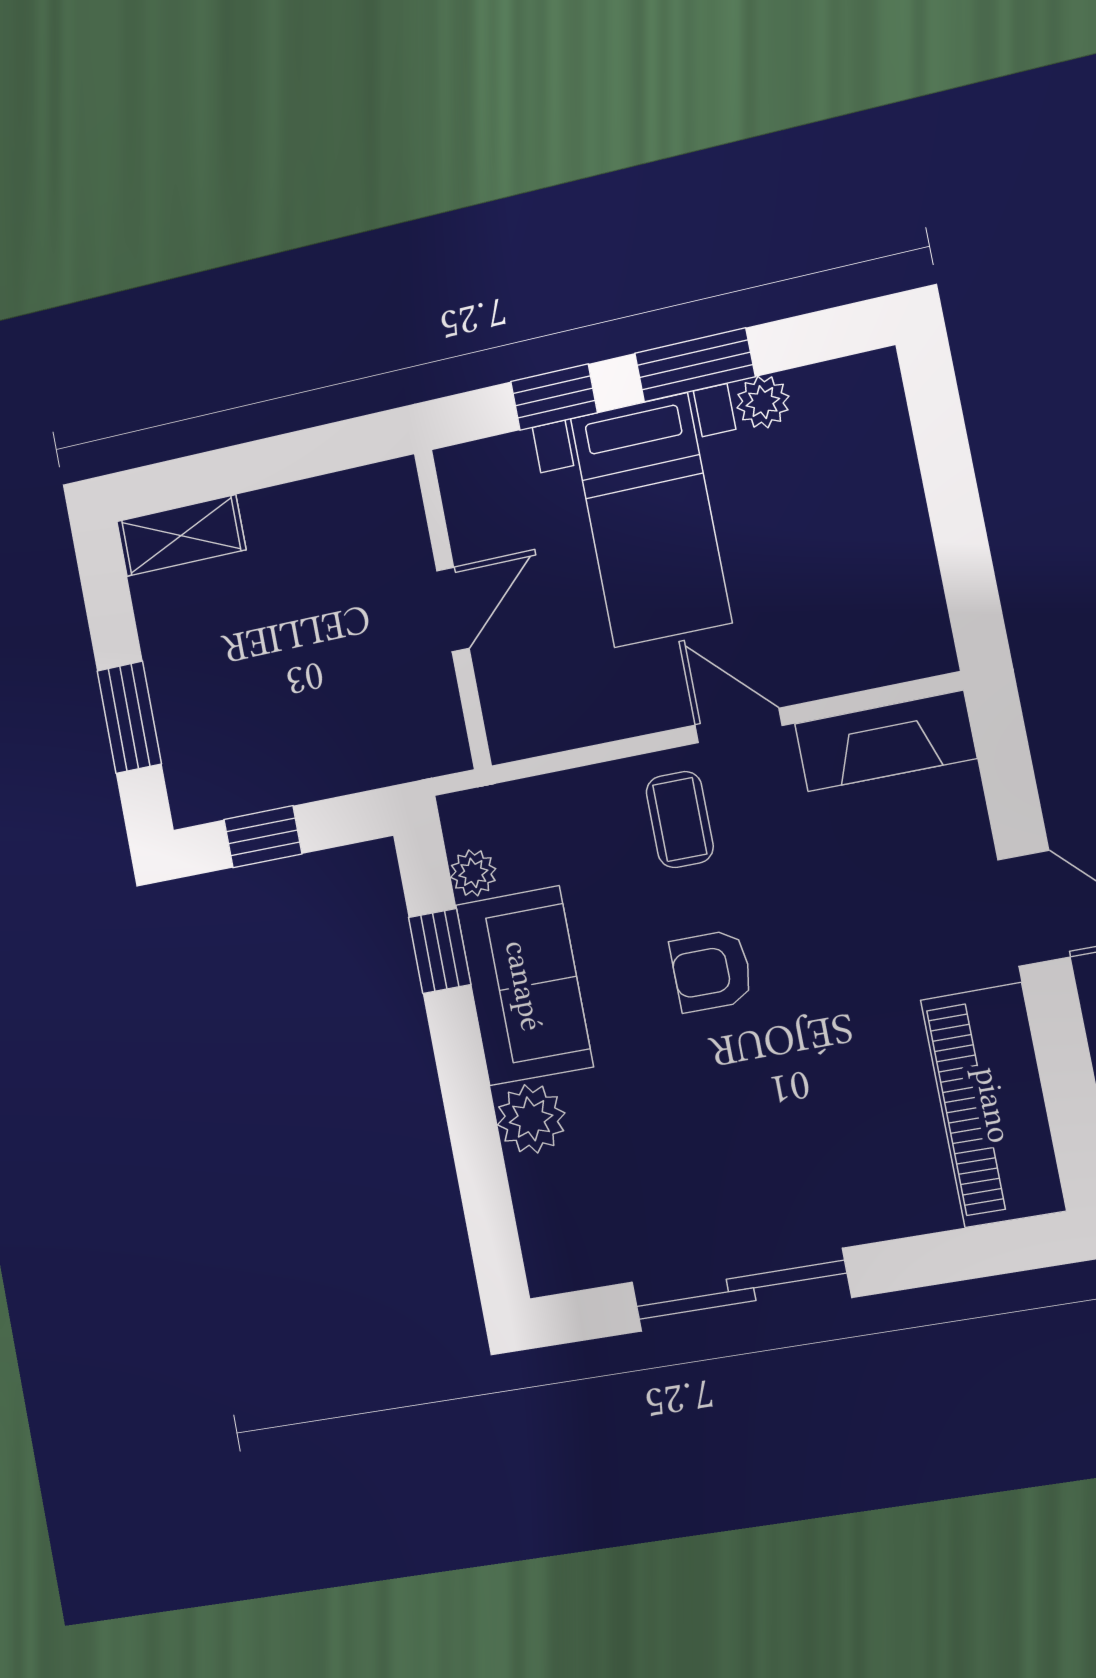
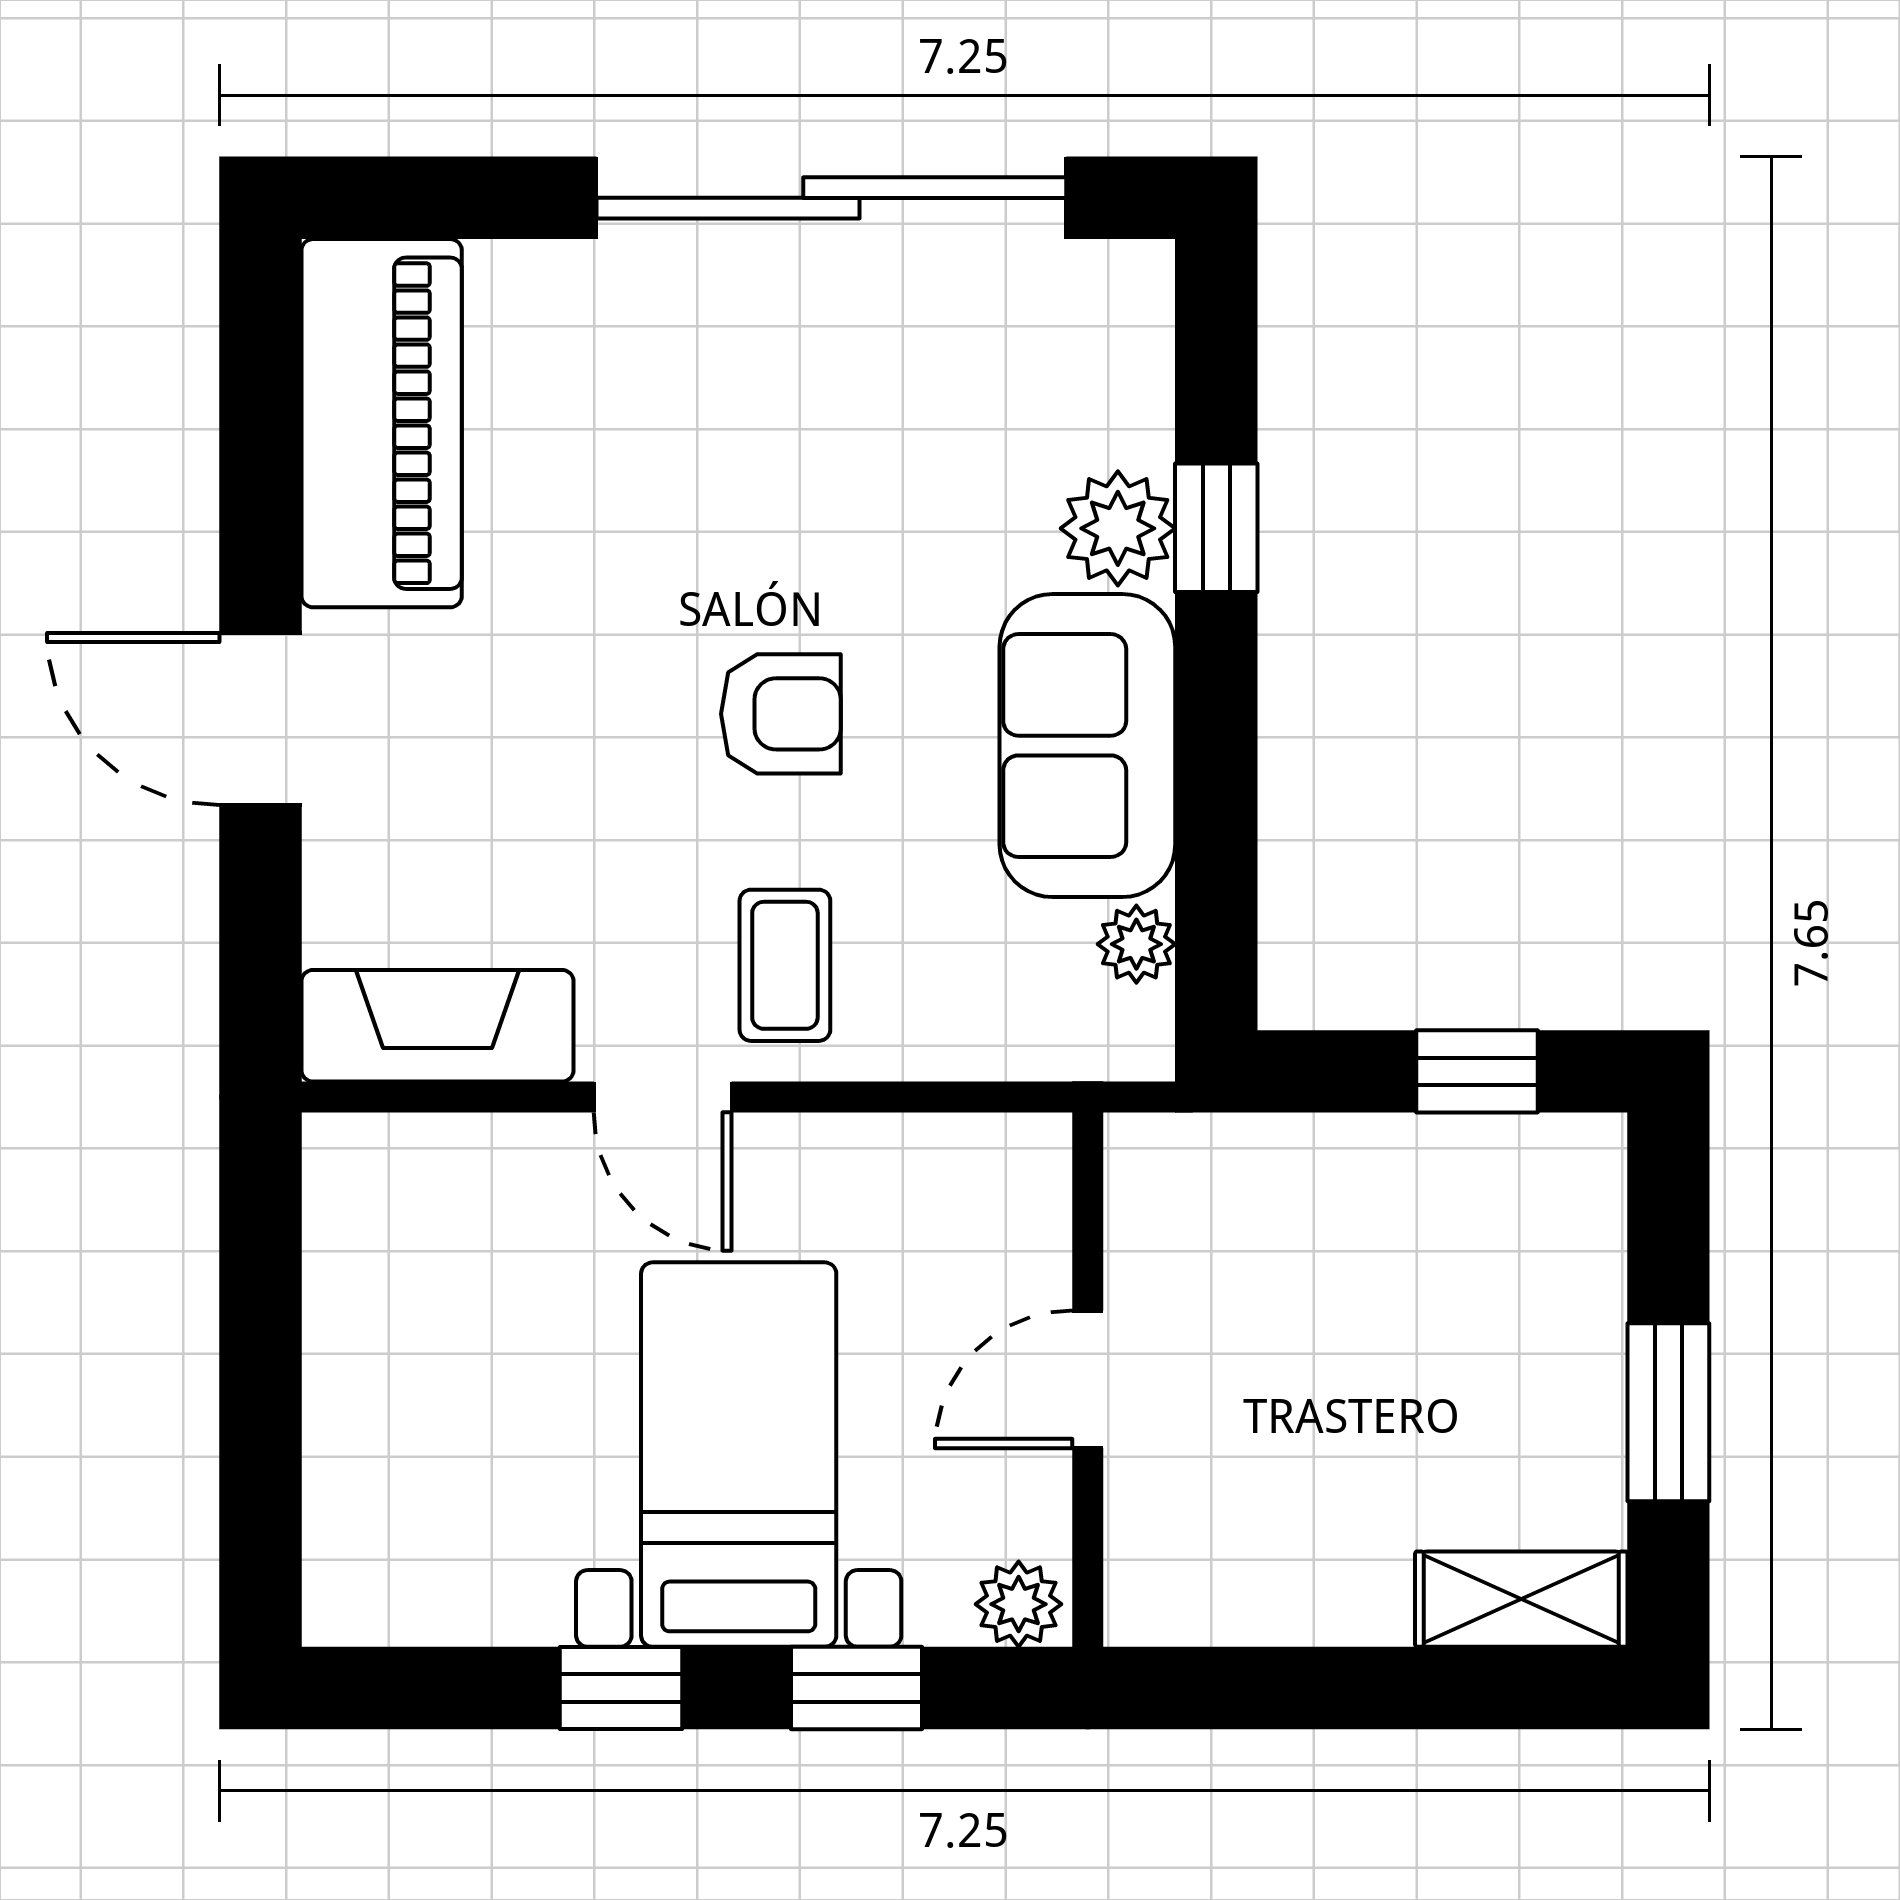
window: (695, 365) -> (621, 1688), width x0.67
plant: (763, 402) -> (1019, 1604), moved
window: (129, 717) -> (1668, 1412), moved
window: (440, 951) -> (1216, 528), moved
sliding door: (741, 1290) -> (831, 198), width x1.36

